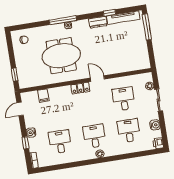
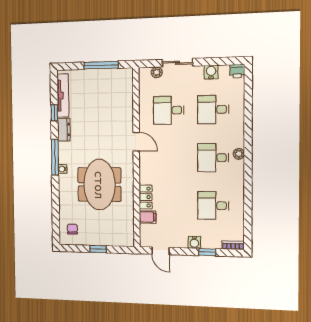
window: (63, 20) -> (55, 157), moved
window: (147, 27) -> (101, 65), moved
window: (15, 74) -> (98, 249), moved
door: (97, 79) -> (136, 142), swing flipped
locker: (80, 88) -> (146, 197), moved

